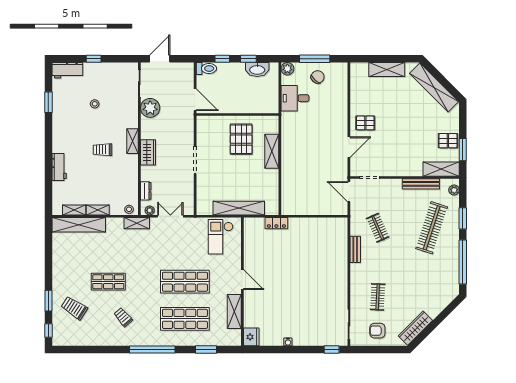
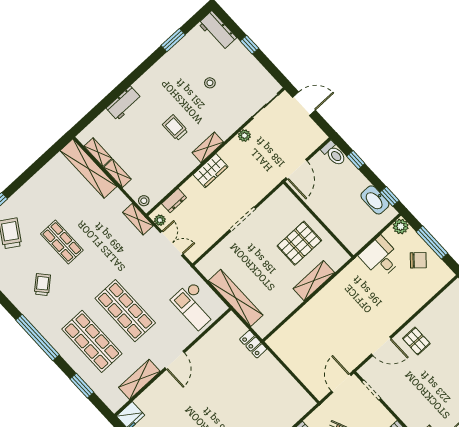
window: (248, 59) -> (389, 196), moved
plant: (150, 108) -> (244, 136), width x0.53, depth x0.53
checkout: (221, 237) -> (195, 305), turned -90

